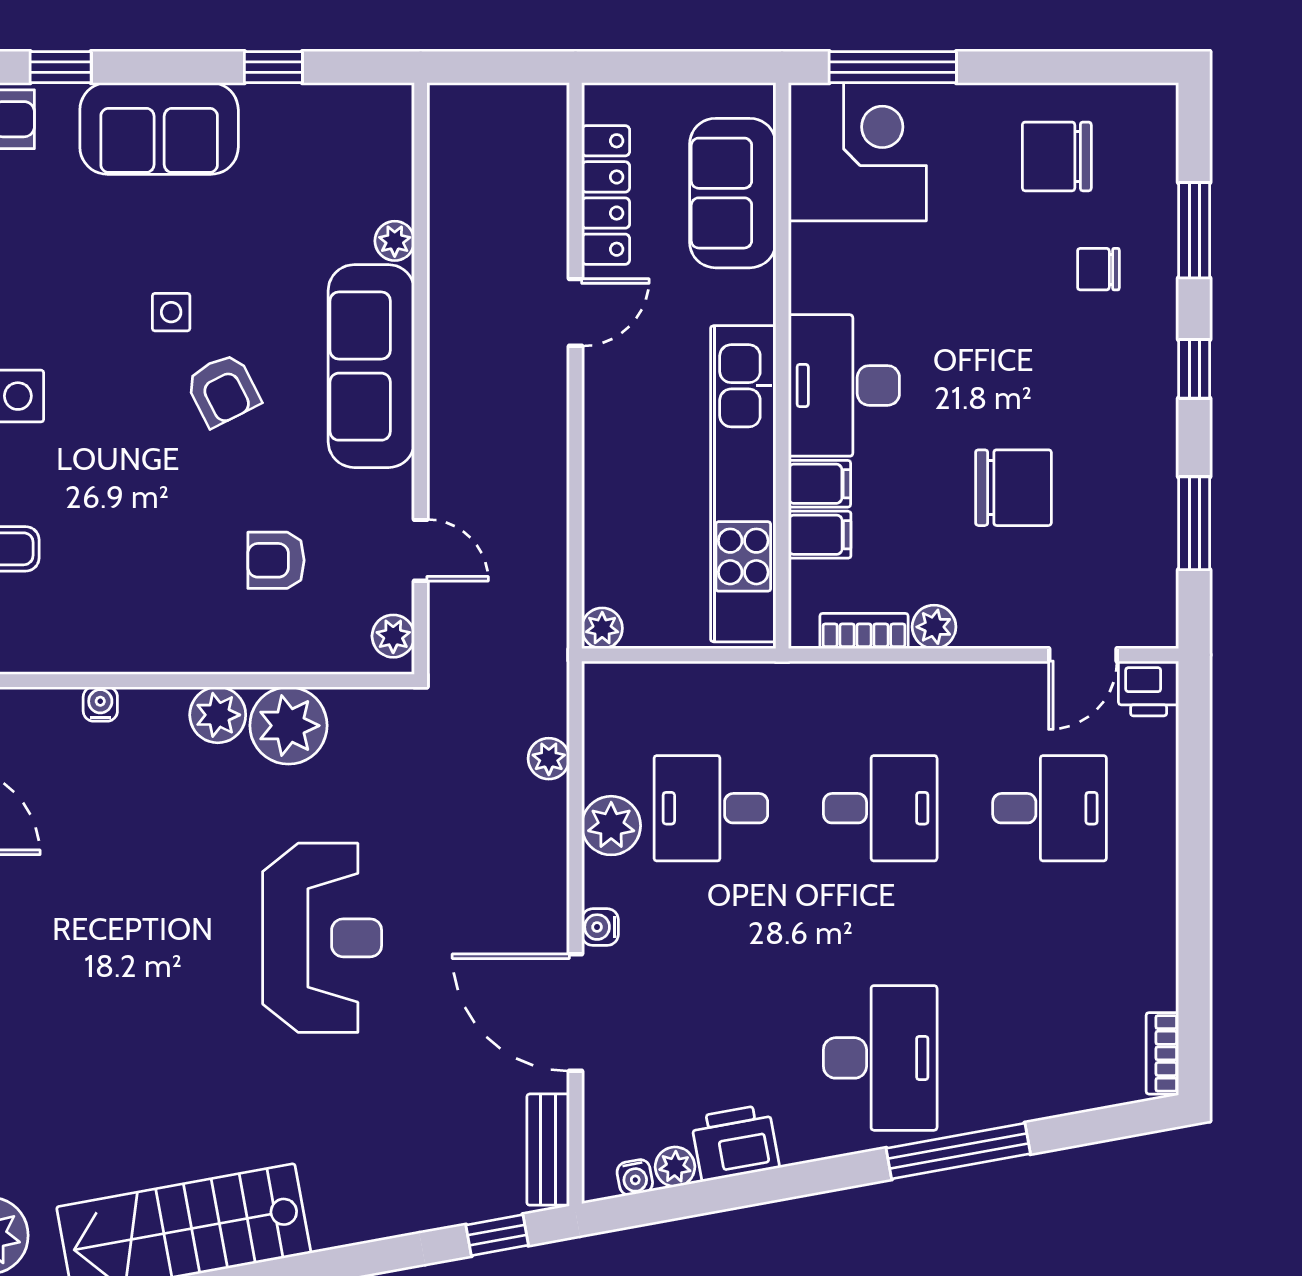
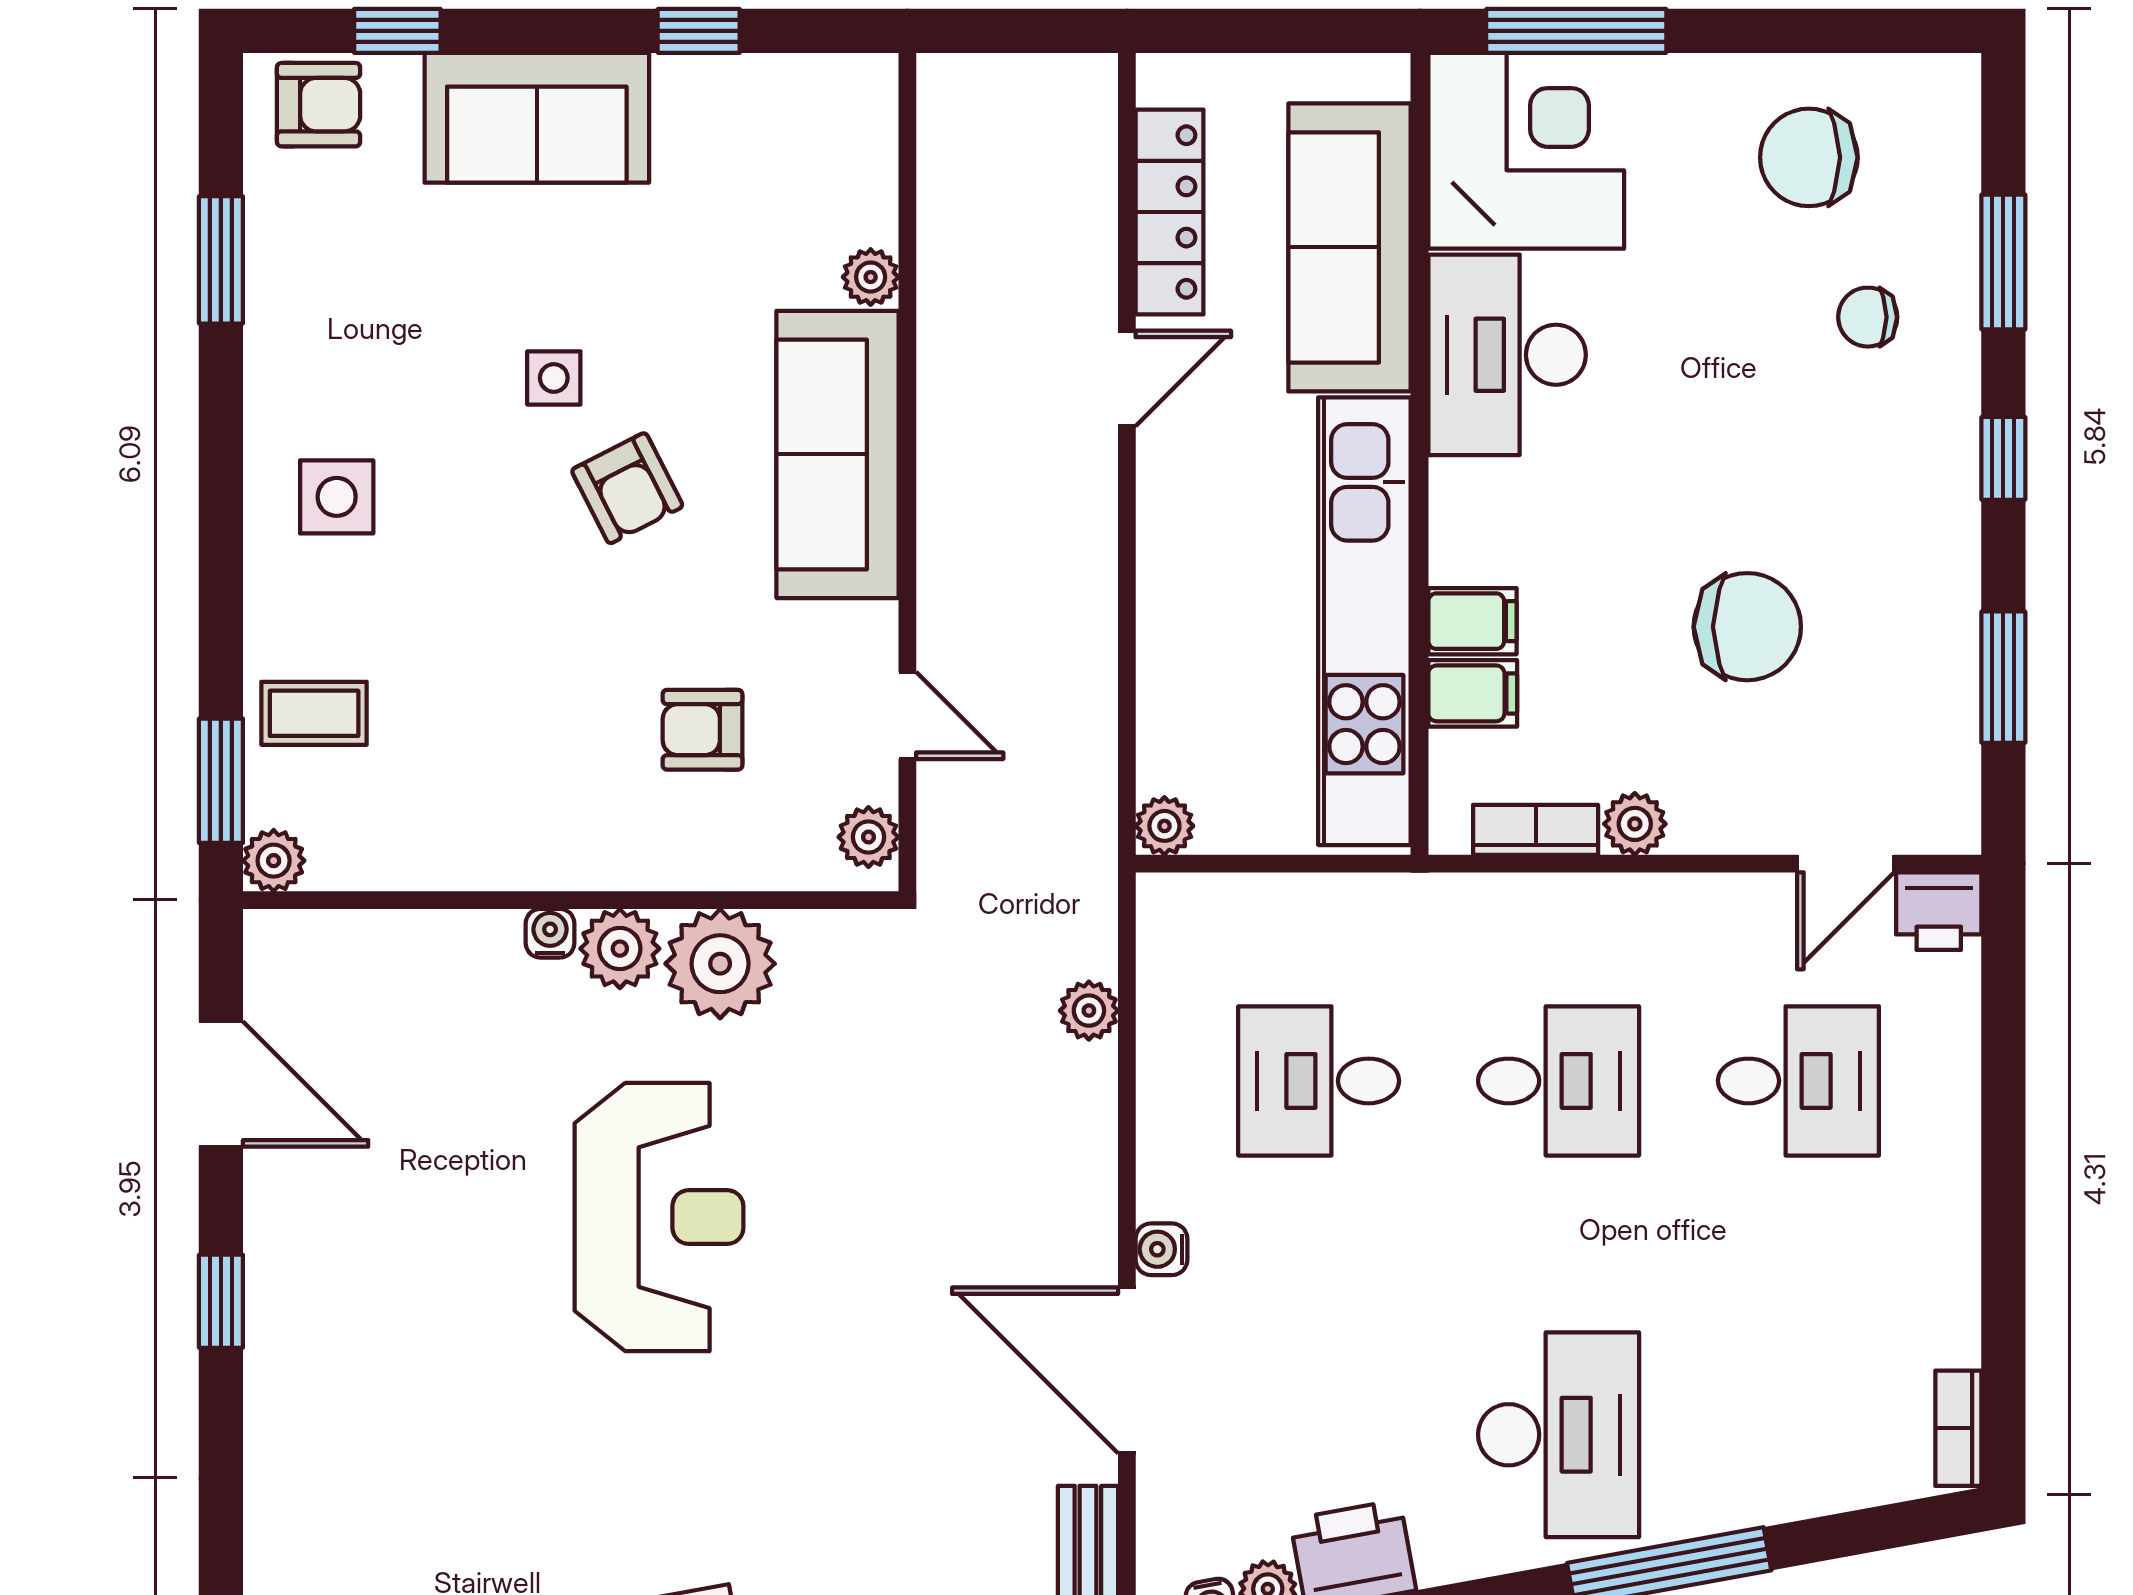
sofa: (733, 193) -> (1350, 247), width x1.36
desk: (844, 385) -> (1507, 355), moved
water cooler: (100, 704) -> (550, 933), moved
plant: (611, 826) -> (1177, 1105), removed
reception desk: (322, 938) -> (659, 1217), moved

